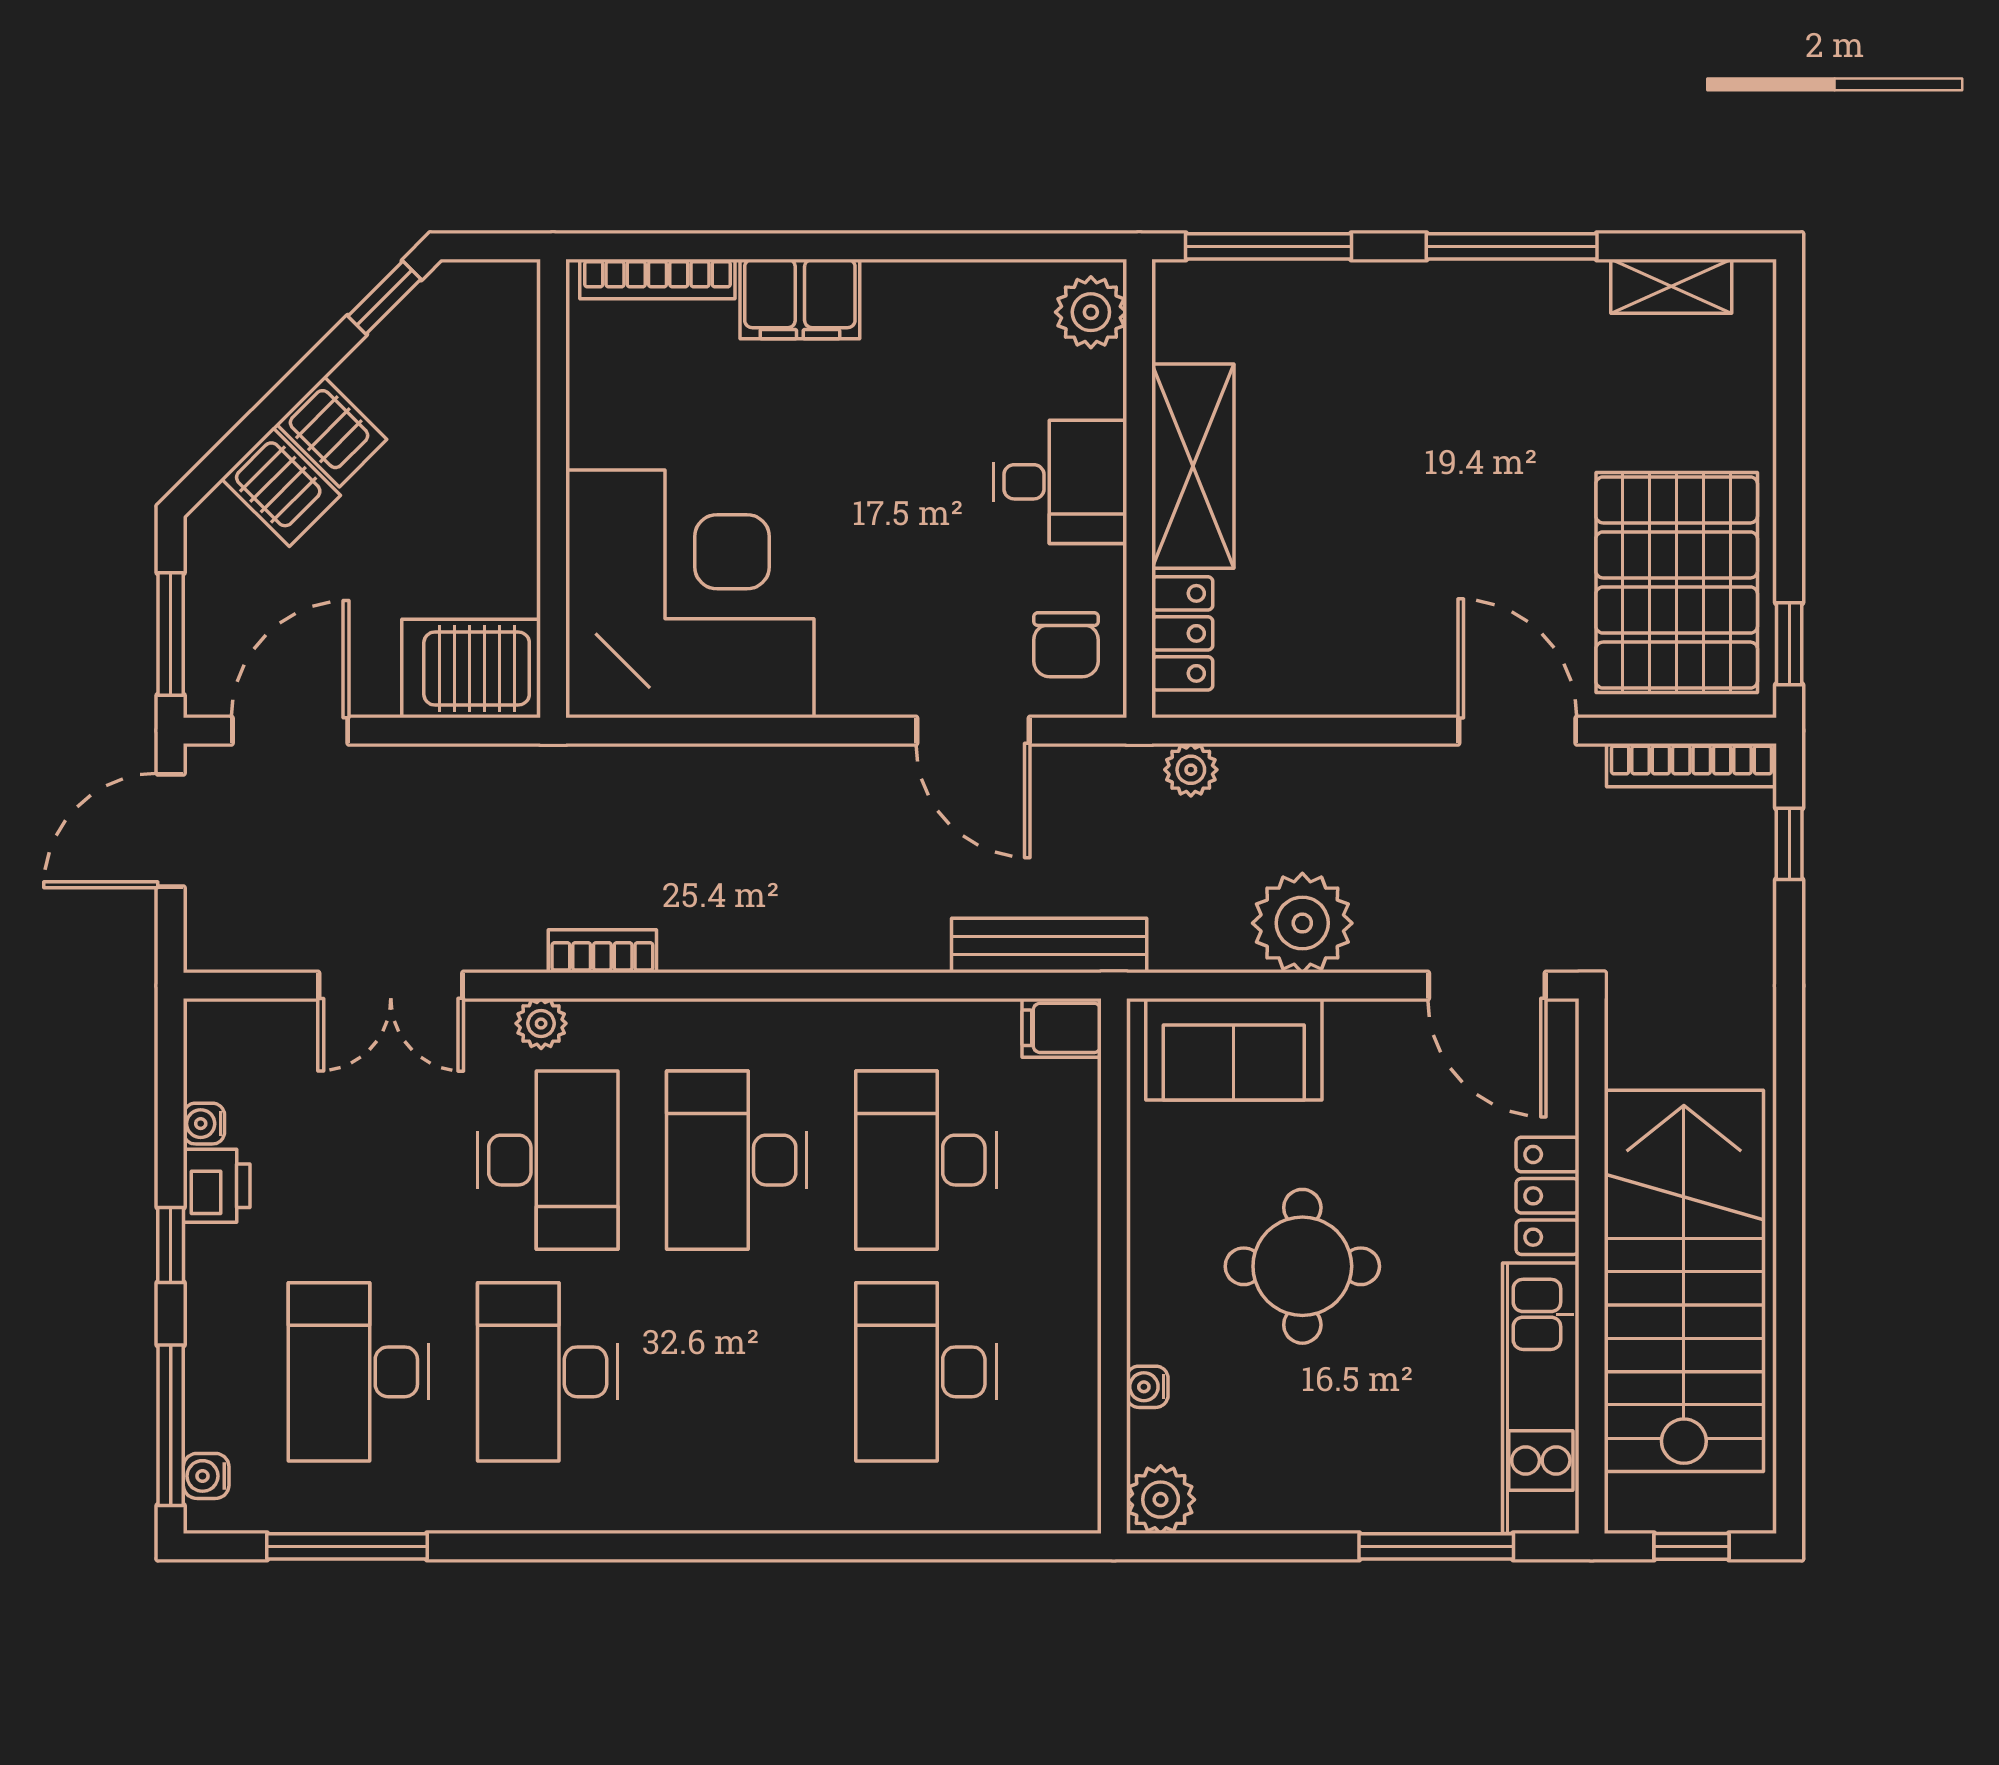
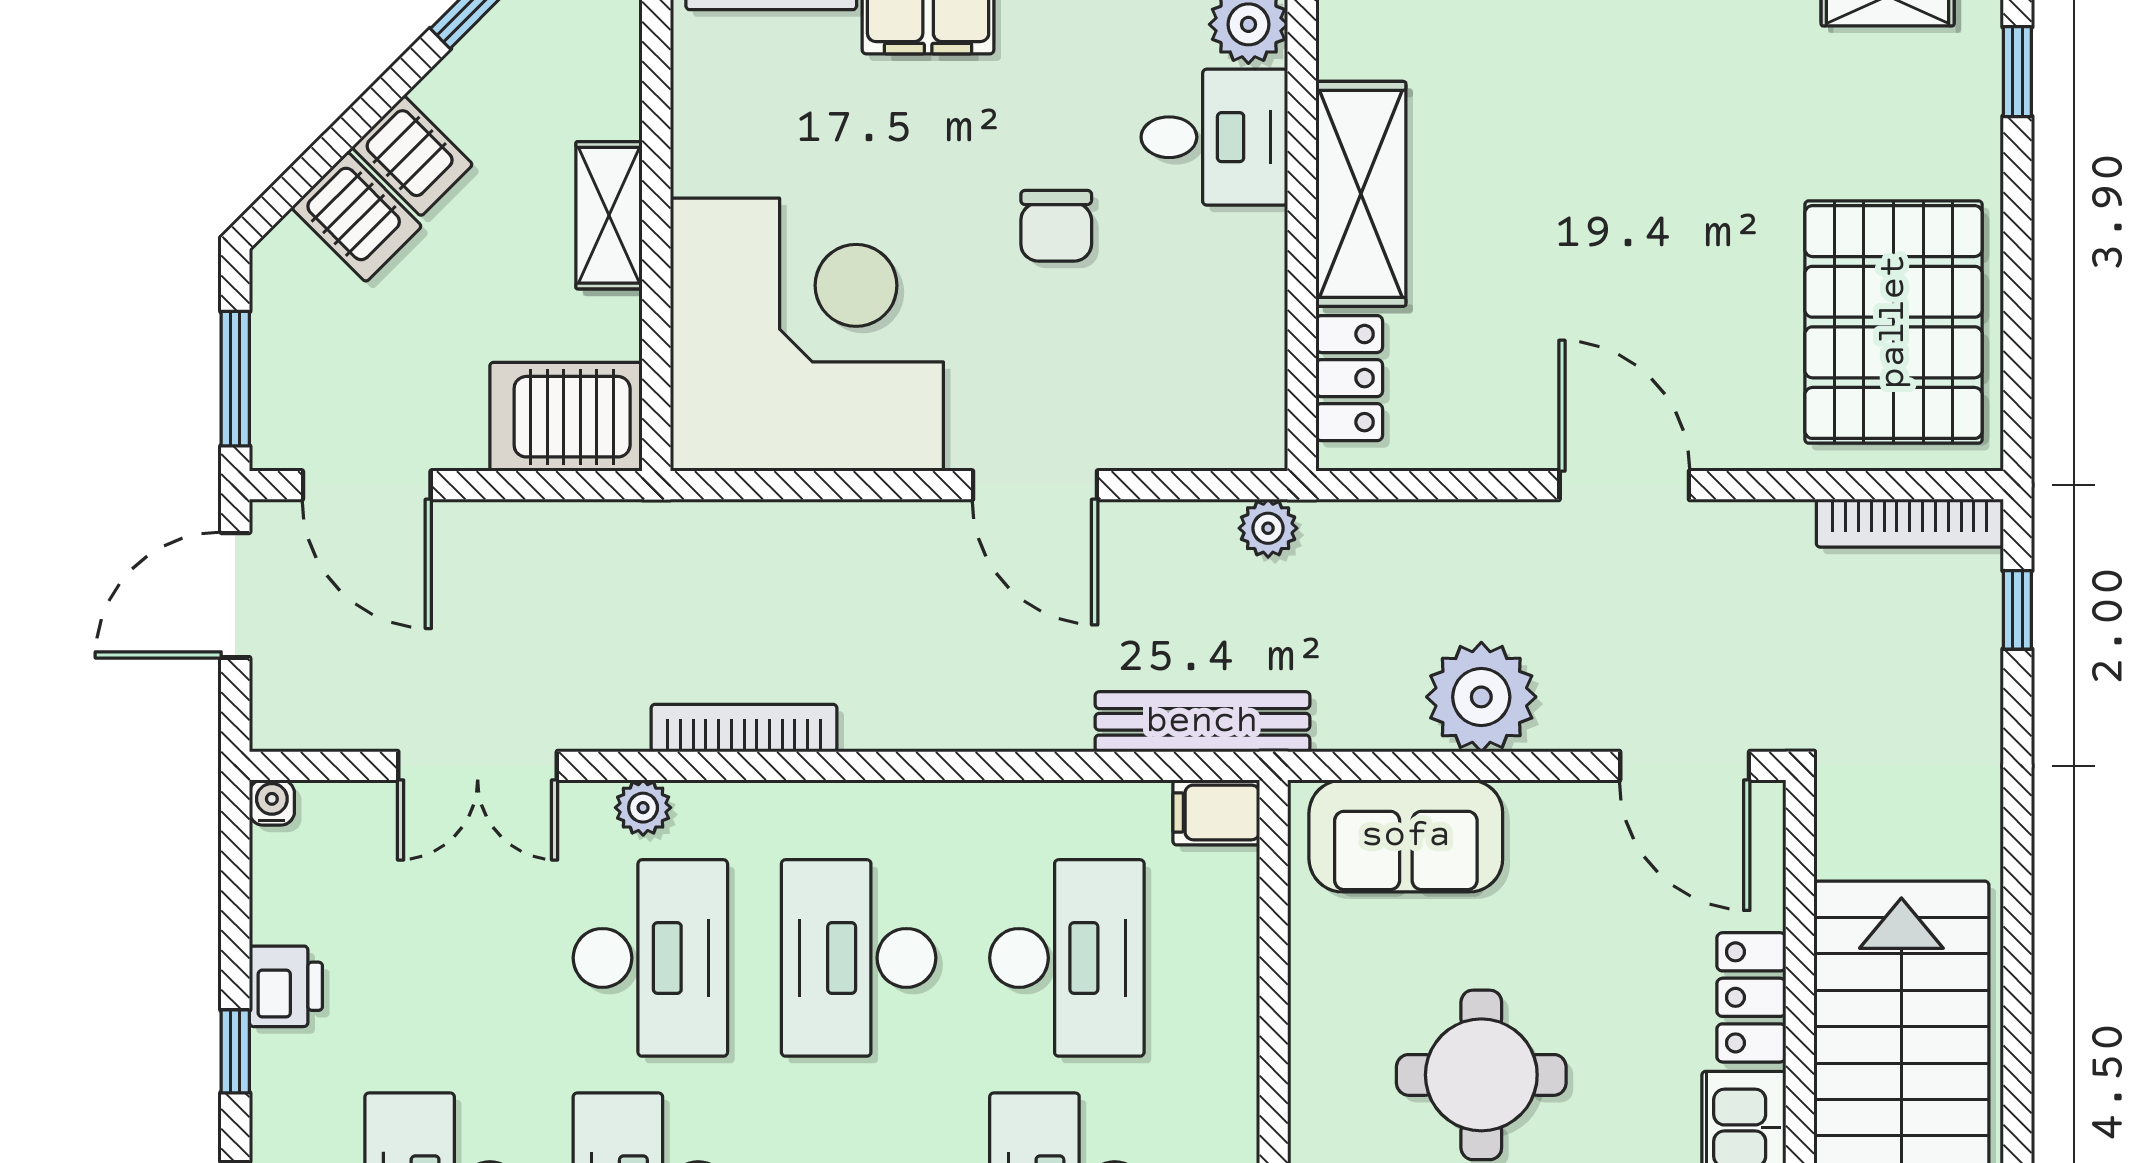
desk: (1060, 482) -> (1214, 137), moved
shelving: (510, 486) -> (609, 215), added
window: (1789, 644) -> (2017, 72), moved
chair: (1066, 645) -> (1056, 226), moved
door: (290, 731) -> (367, 485), swing flipped
door: (973, 731) -> (1035, 485), moved
door: (1517, 731) -> (1624, 485), moved
plant: (1191, 770) -> (1268, 528), moved
bookcase: (602, 951) -> (744, 728), width x1.56
water cooler: (204, 1124) -> (272, 802), moved, turned 90
desk: (926, 1160) -> (1067, 958), turned 180

